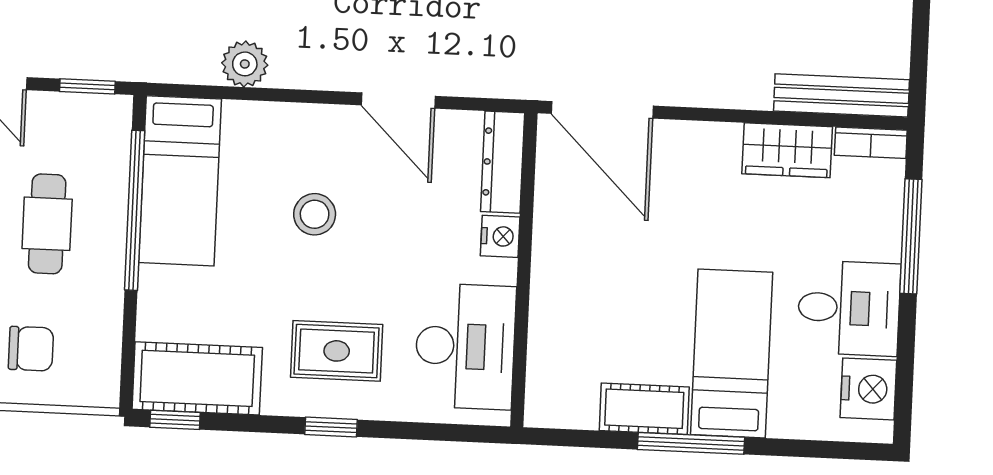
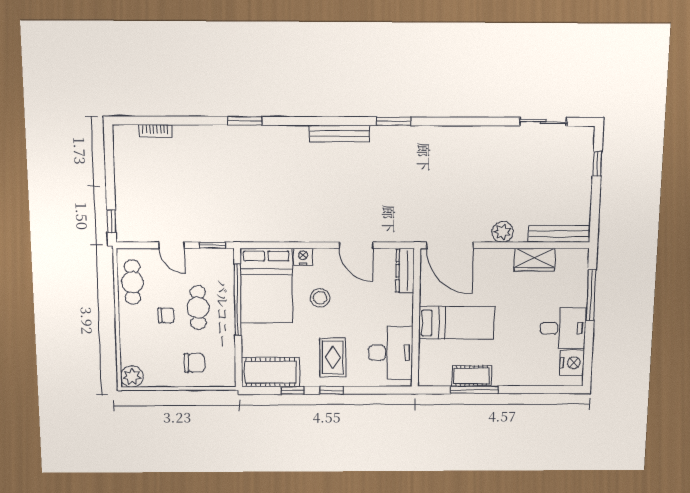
plant: (245, 64) -> (503, 232), moved
bookcase: (871, 143) -> (573, 255), removed
bed: (180, 181) -> (266, 286), width x1.50
nightstand: (500, 236) -> (303, 257), moved, turned -90
rug: (337, 351) -> (333, 357), turned 90
bed: (732, 353) -> (456, 323), moved, turned 90
window: (175, 420) -> (293, 390), moved
window: (691, 443) -> (474, 390), moved

